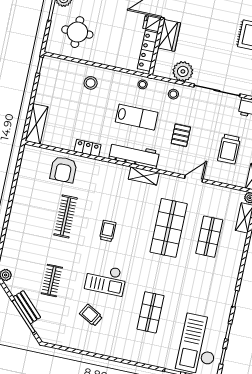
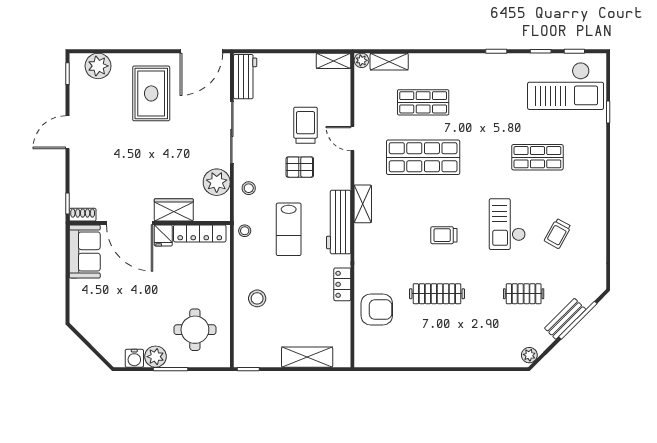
lab bench: (137, 117) -> (289, 229), turned 180
shelving: (36, 124) -> (307, 357), moved
trolley: (229, 149) -> (306, 125), moved, turned -90
checkout: (106, 279) -> (507, 224), turned 180

